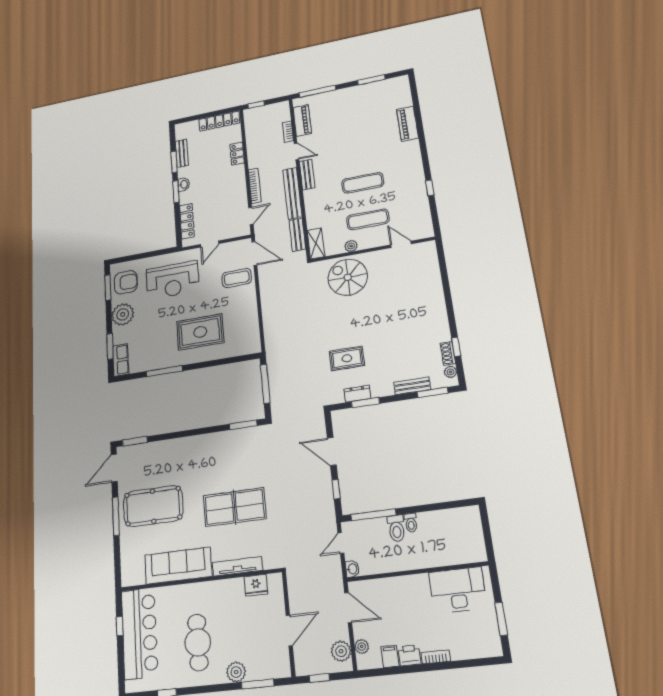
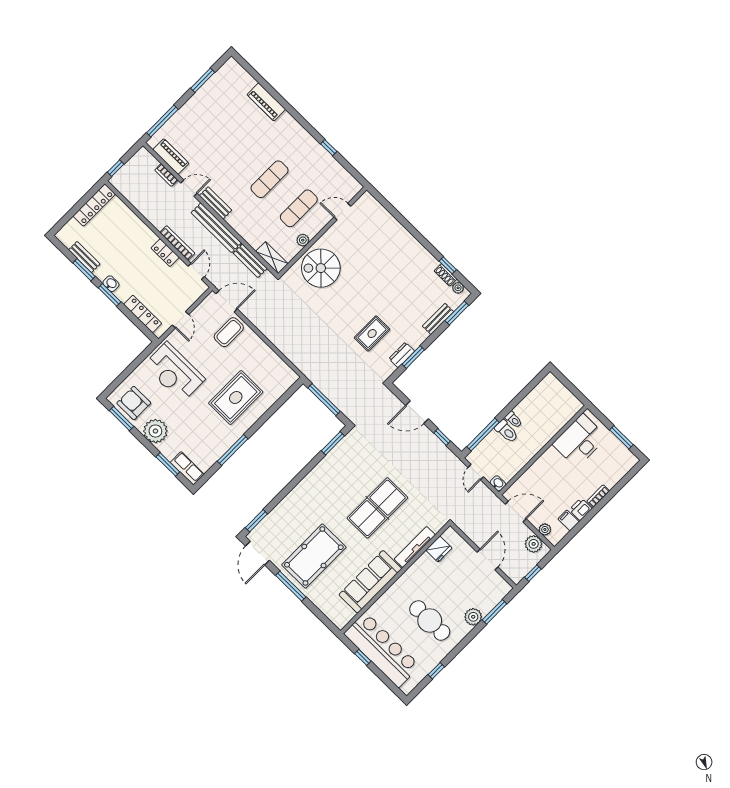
locker: (237, 154) -> (165, 253), moved
reception desk: (173, 280) -> (174, 372), turned 90
armchair: (126, 282) -> (134, 403), turned -90

